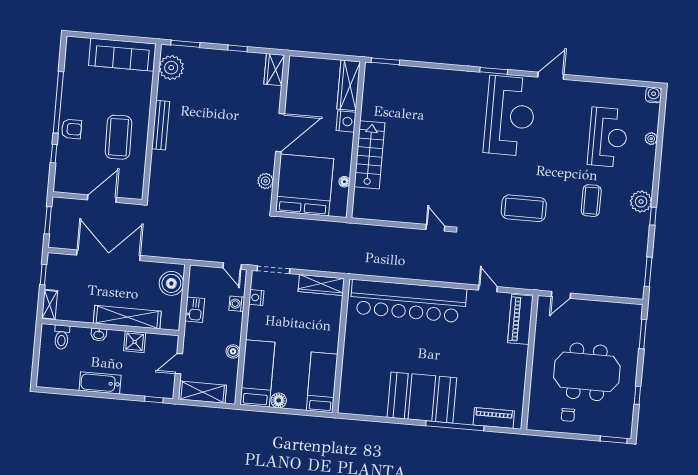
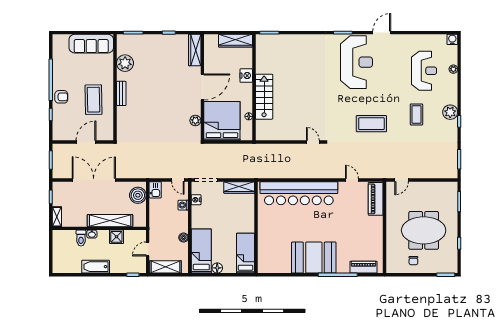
plant: (171, 68) -> (125, 63), moved
wardrobe: (274, 70) -> (195, 50), width x1.50
wardrobe: (349, 85) -> (236, 41), moved, turned -90
bench: (161, 125) -> (121, 93), width x0.73
kitchen sink: (195, 310) -> (155, 190), moved
toilet: (62, 337) -> (81, 238), moved

